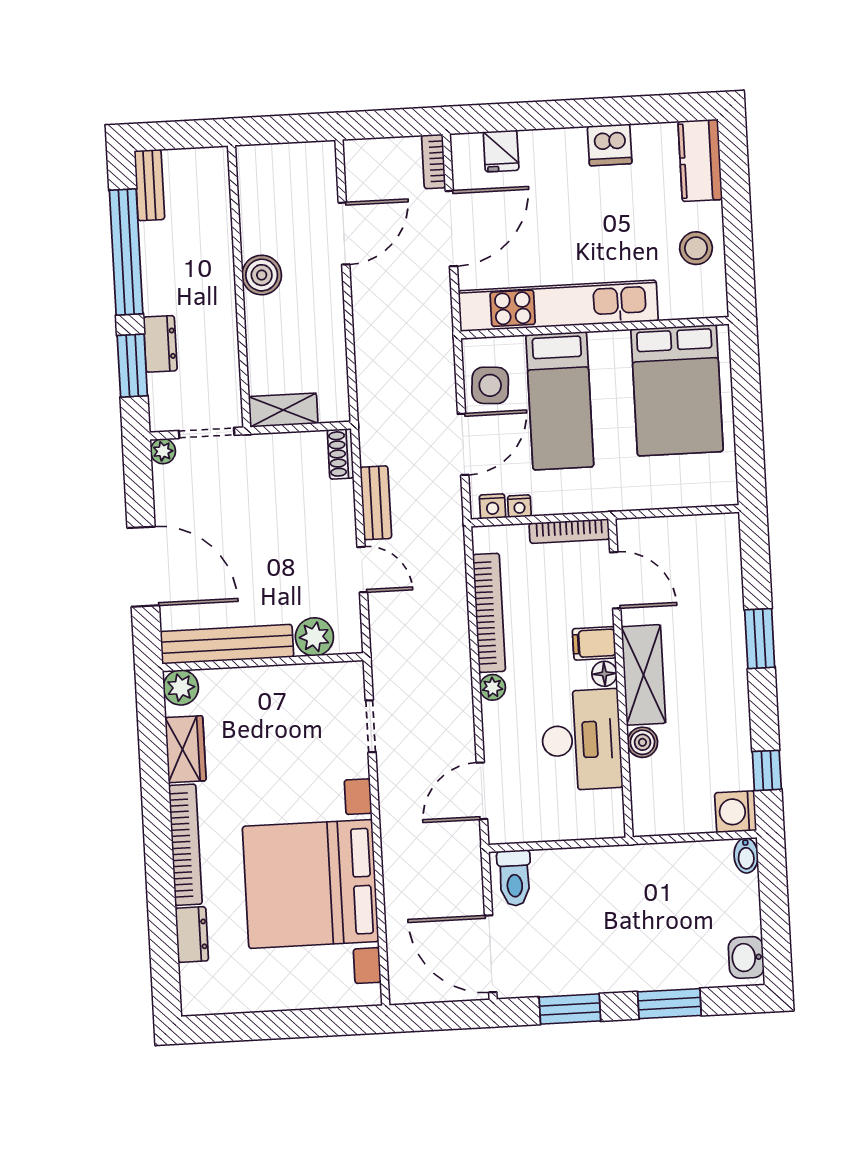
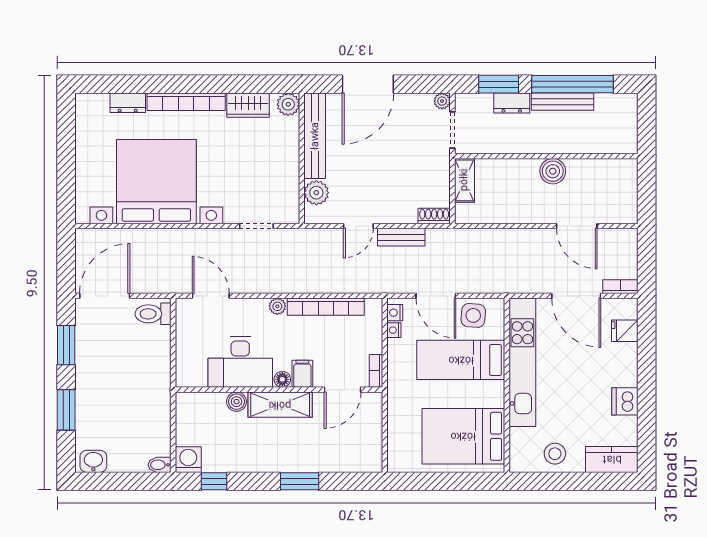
bench: (149, 185) -> (563, 102), moved, width x1.36
bookcase: (569, 531) -> (376, 371), width x0.64

